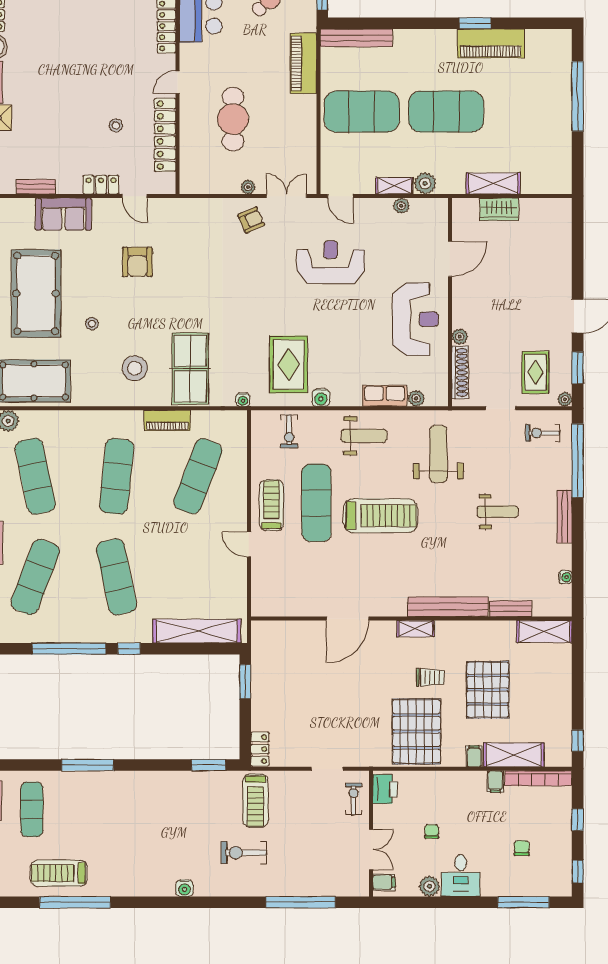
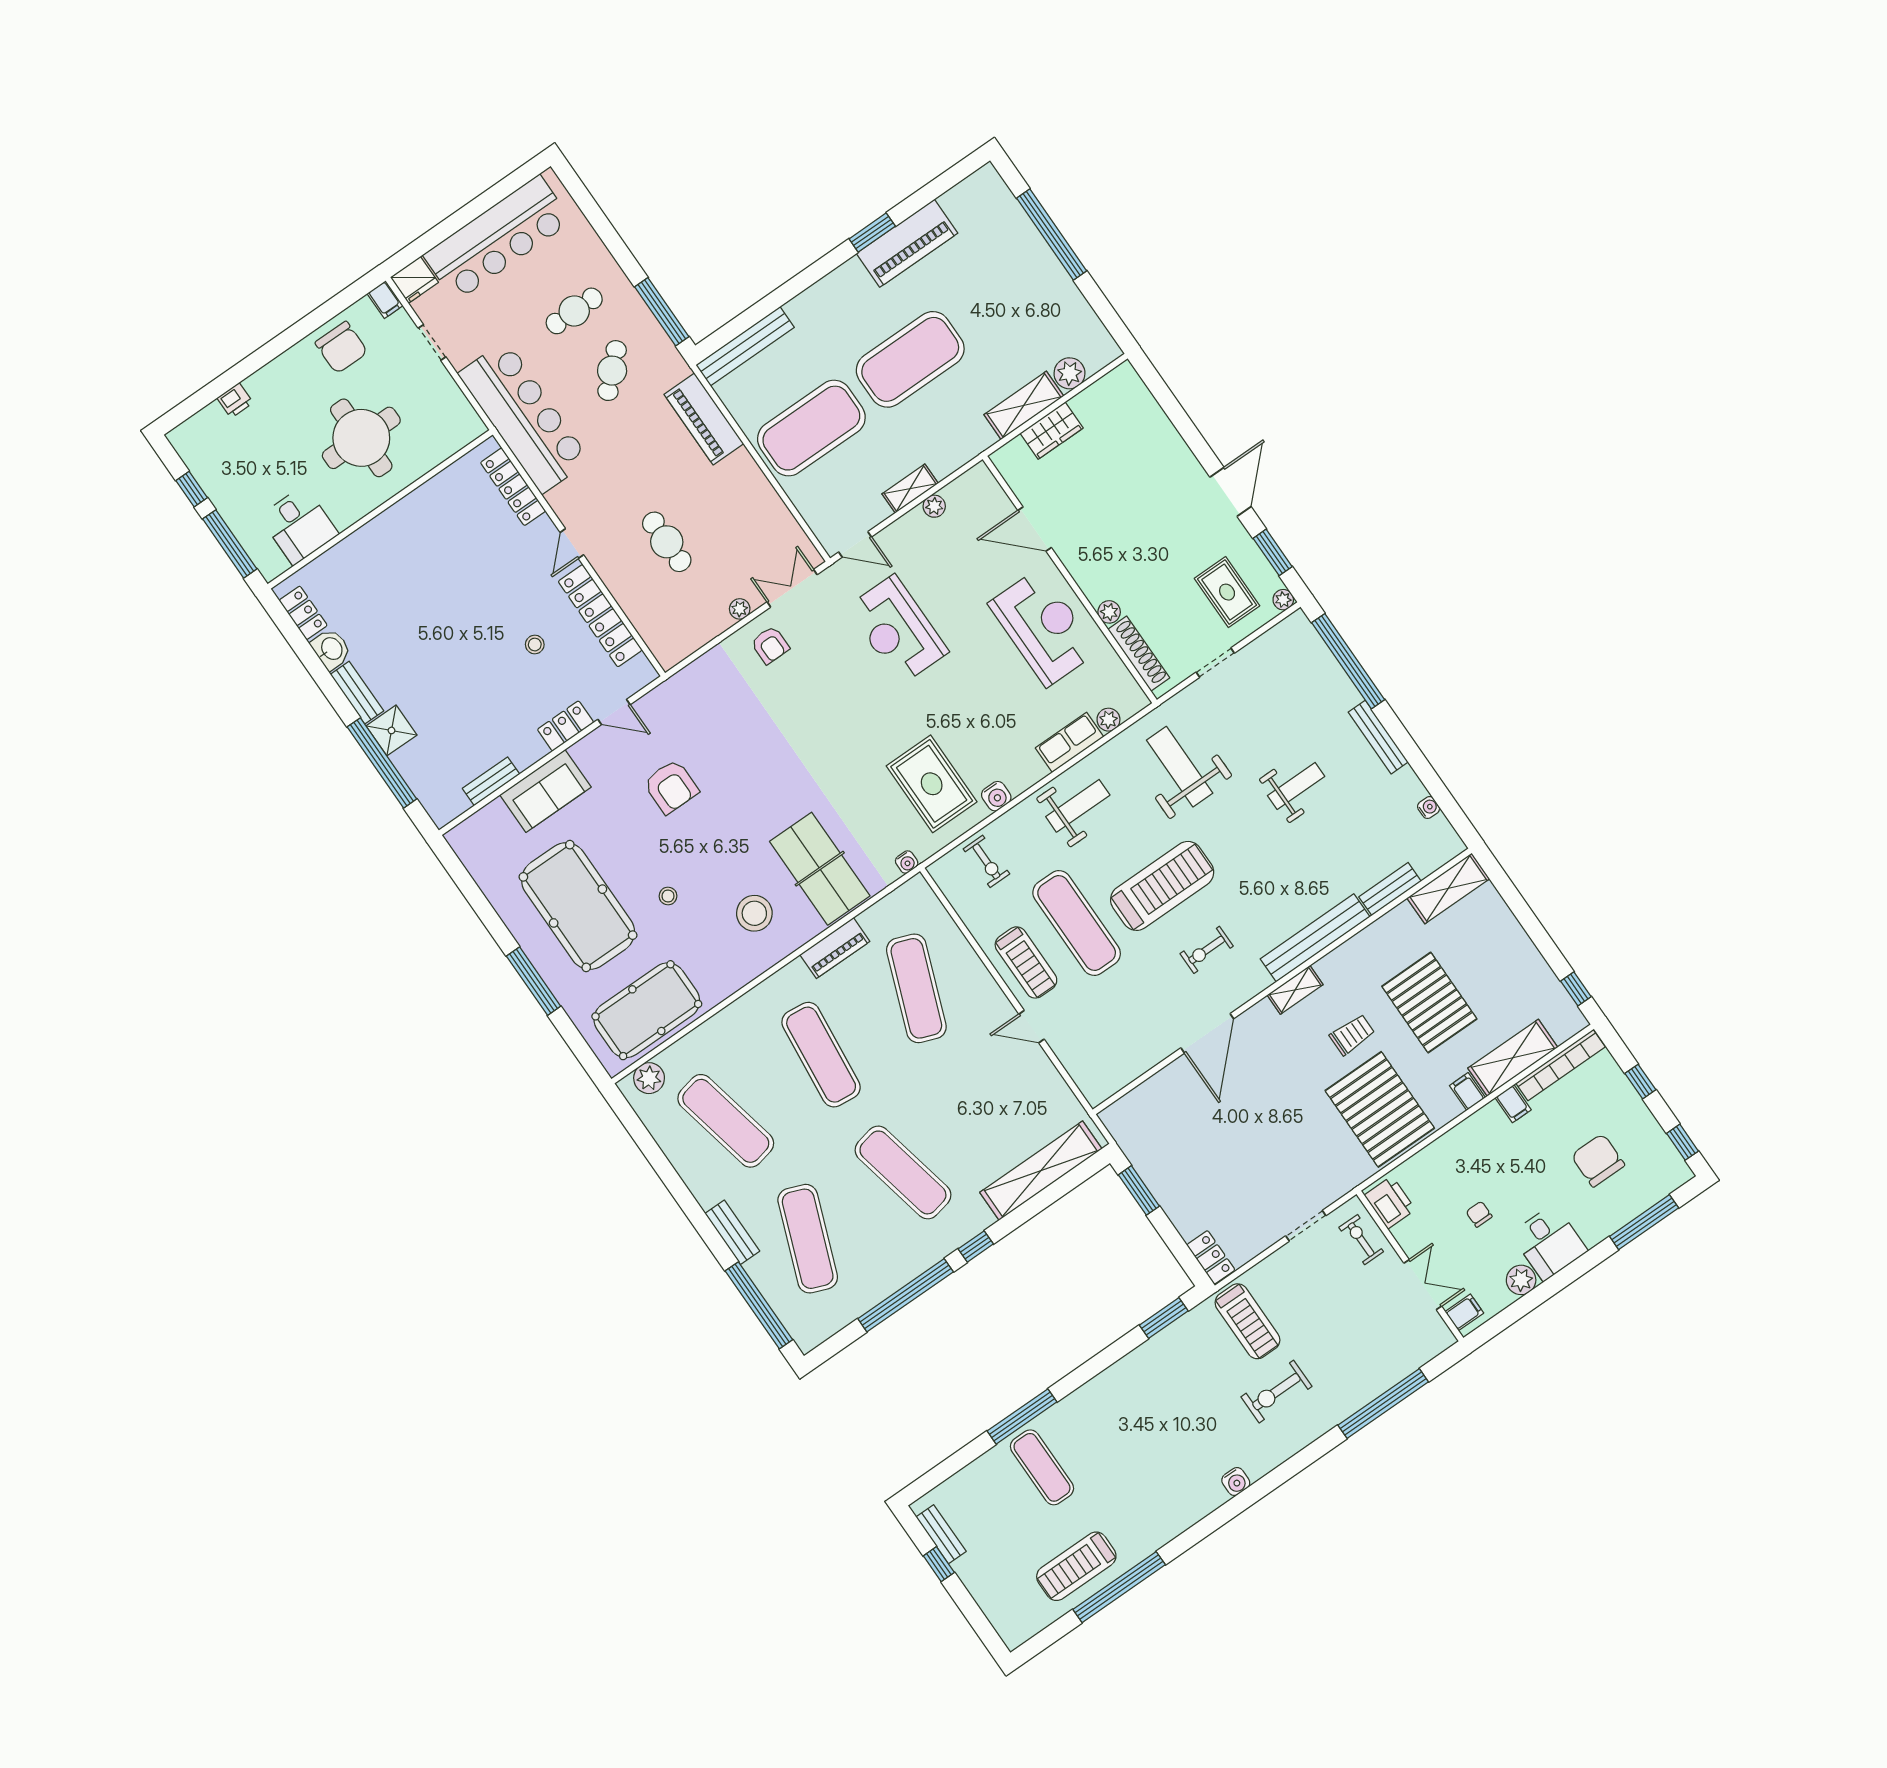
cafe table: (233, 119) -> (667, 542), width x0.73, depth x0.74
plant: (425, 183) -> (1069, 373), moved
armchair: (251, 220) -> (770, 645), turned 114
door: (450, 259) -> (1035, 529), swing flipped
reception desk: (331, 262) -> (897, 630), turned -90
exercise bike: (543, 433) -> (1207, 950), moved
treadmill: (271, 505) -> (1026, 962), turned 180
exercise mat: (32, 809) -> (1042, 1467), moved
chair: (522, 848) -> (1598, 1160), width x1.87, depth x1.87

